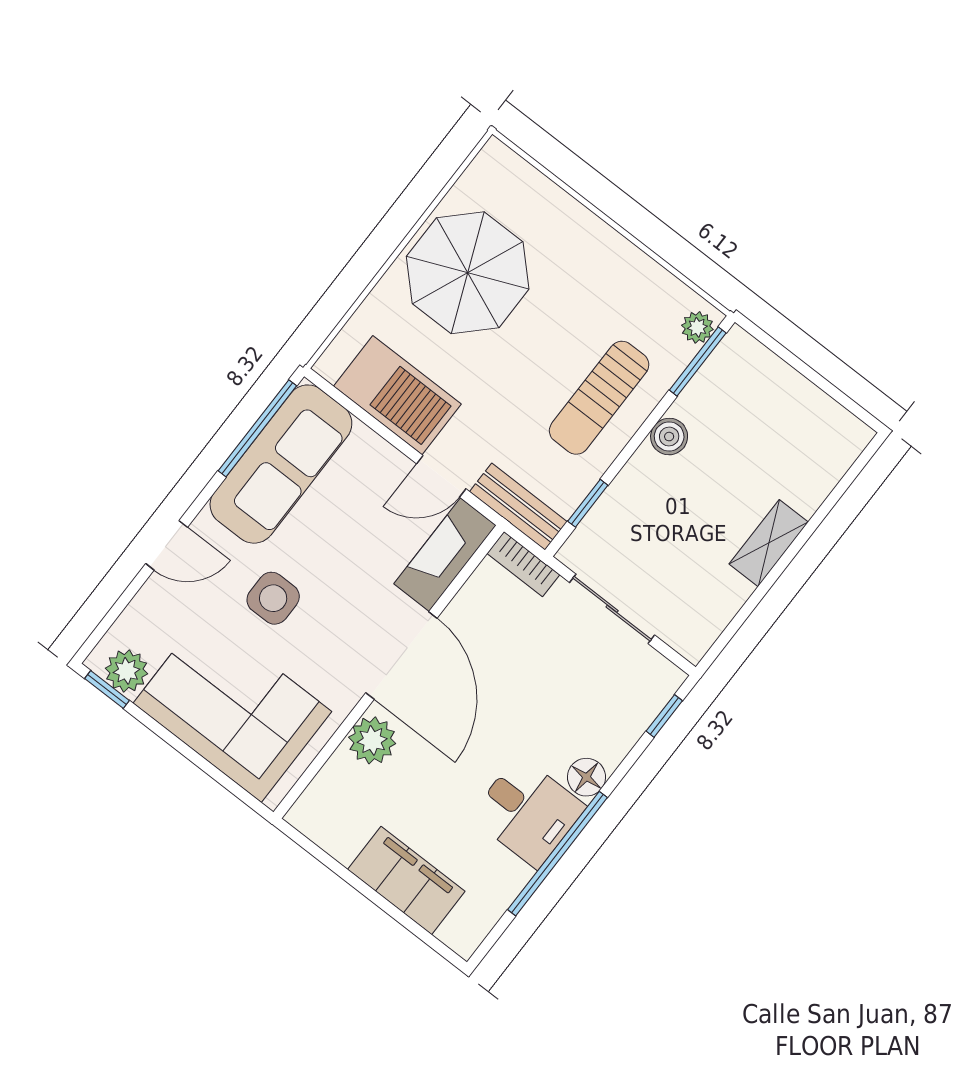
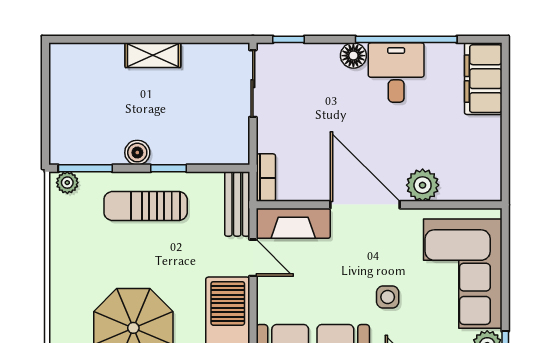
sun lounger: (599, 398) -> (146, 206), turned 180
window: (588, 503) -> (169, 168), moved
side table: (273, 598) -> (388, 297), width x0.73, depth x0.73
sliding door: (612, 609) -> (253, 84), moved
door: (401, 655) -> (365, 205), hinge flipped
filing cabinet: (406, 880) -> (483, 79), moved

